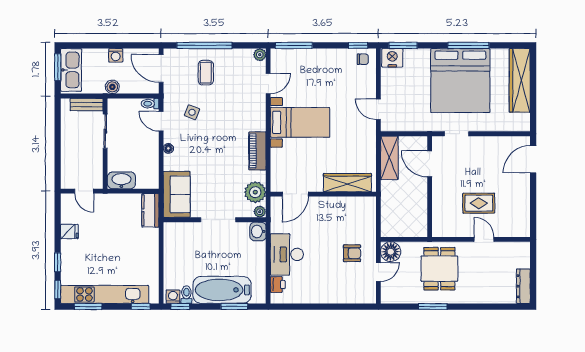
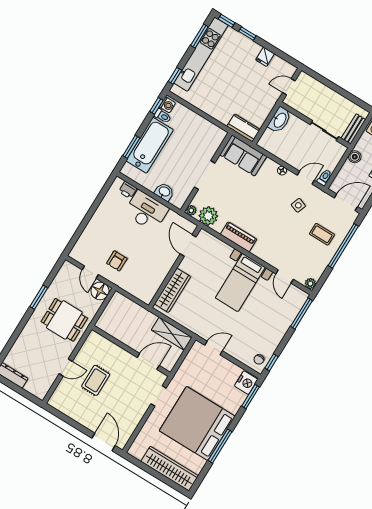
washbasin: (258, 231) -> (164, 192), moved

